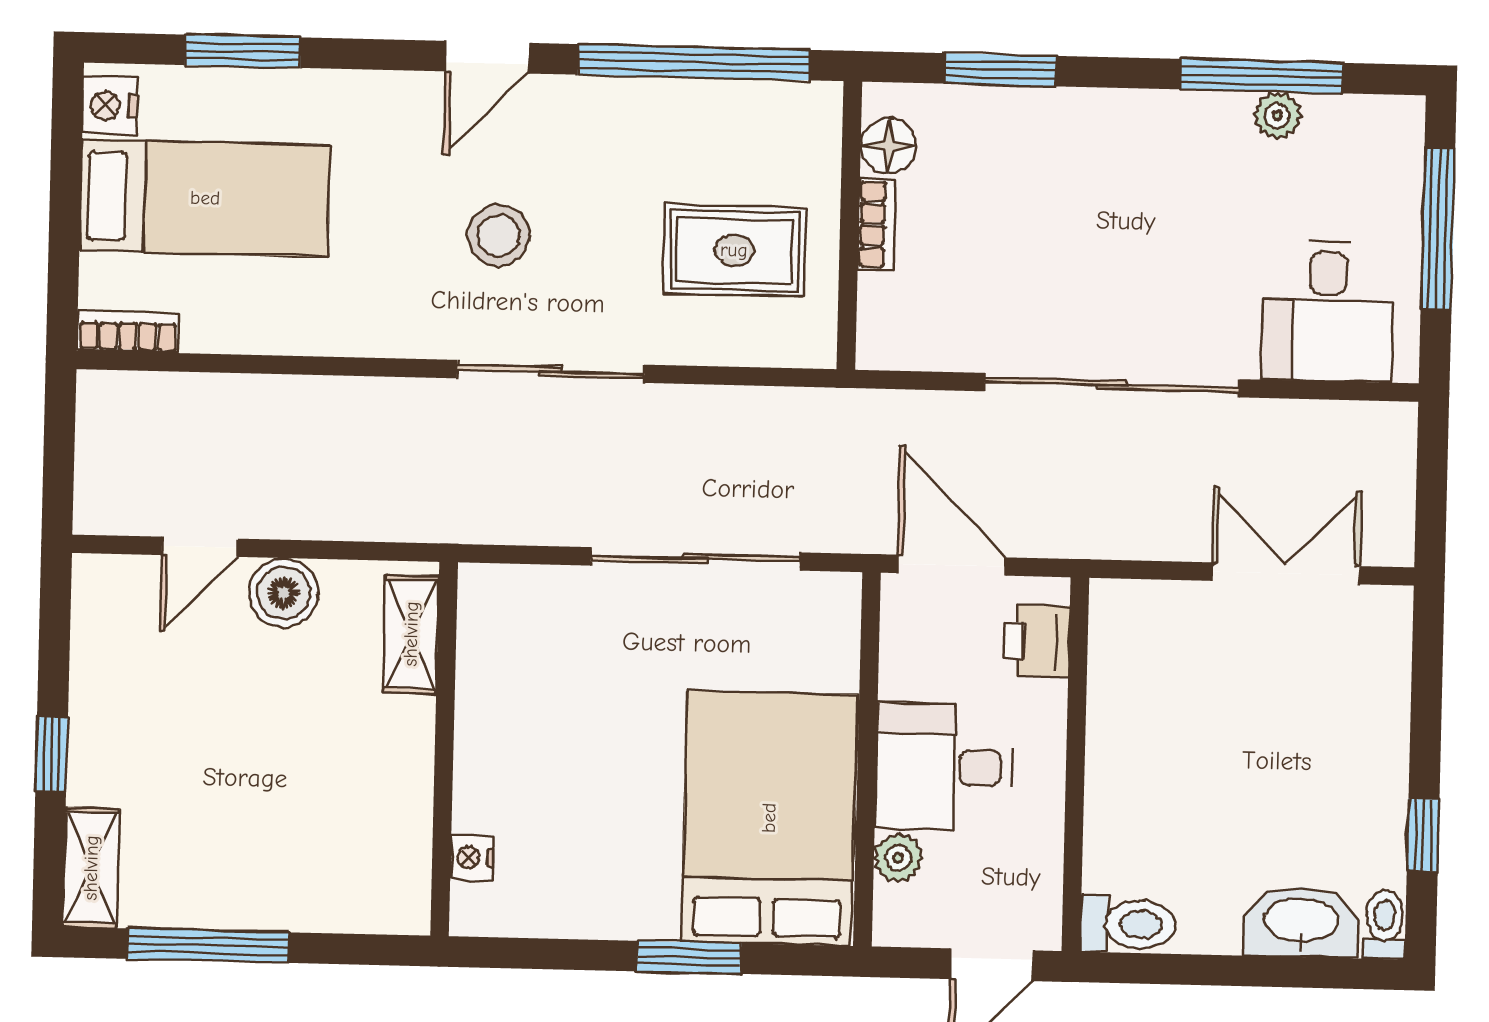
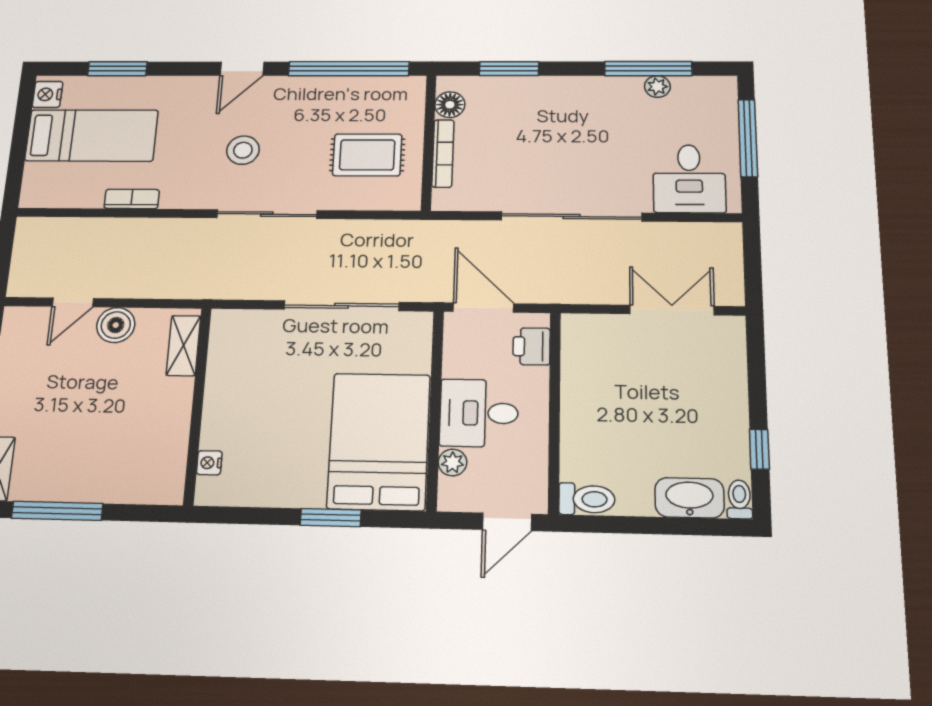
bookcase: (877, 224) -> (443, 153), width x1.56
bookcase: (128, 332) -> (132, 199), moved

